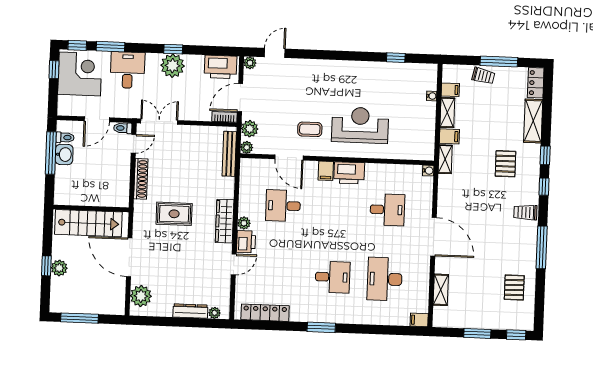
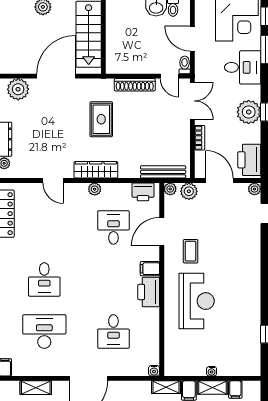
water cooler: (432, 96) -> (212, 371), moved
bookcase: (225, 117) -> (200, 138), moved
printer: (246, 242) -> (143, 192), moved

